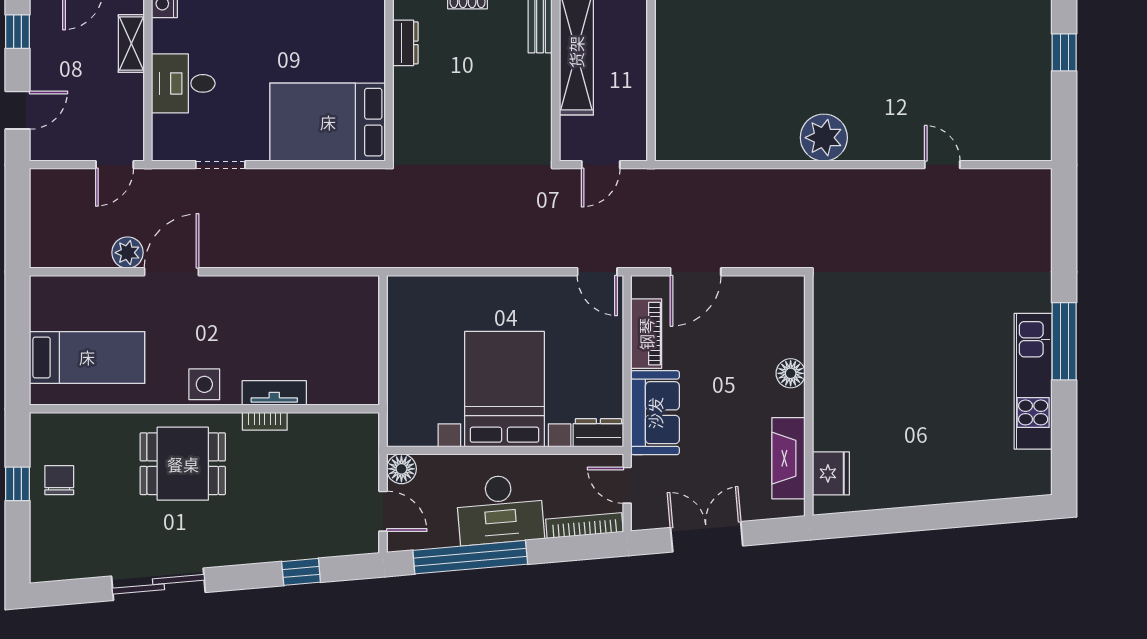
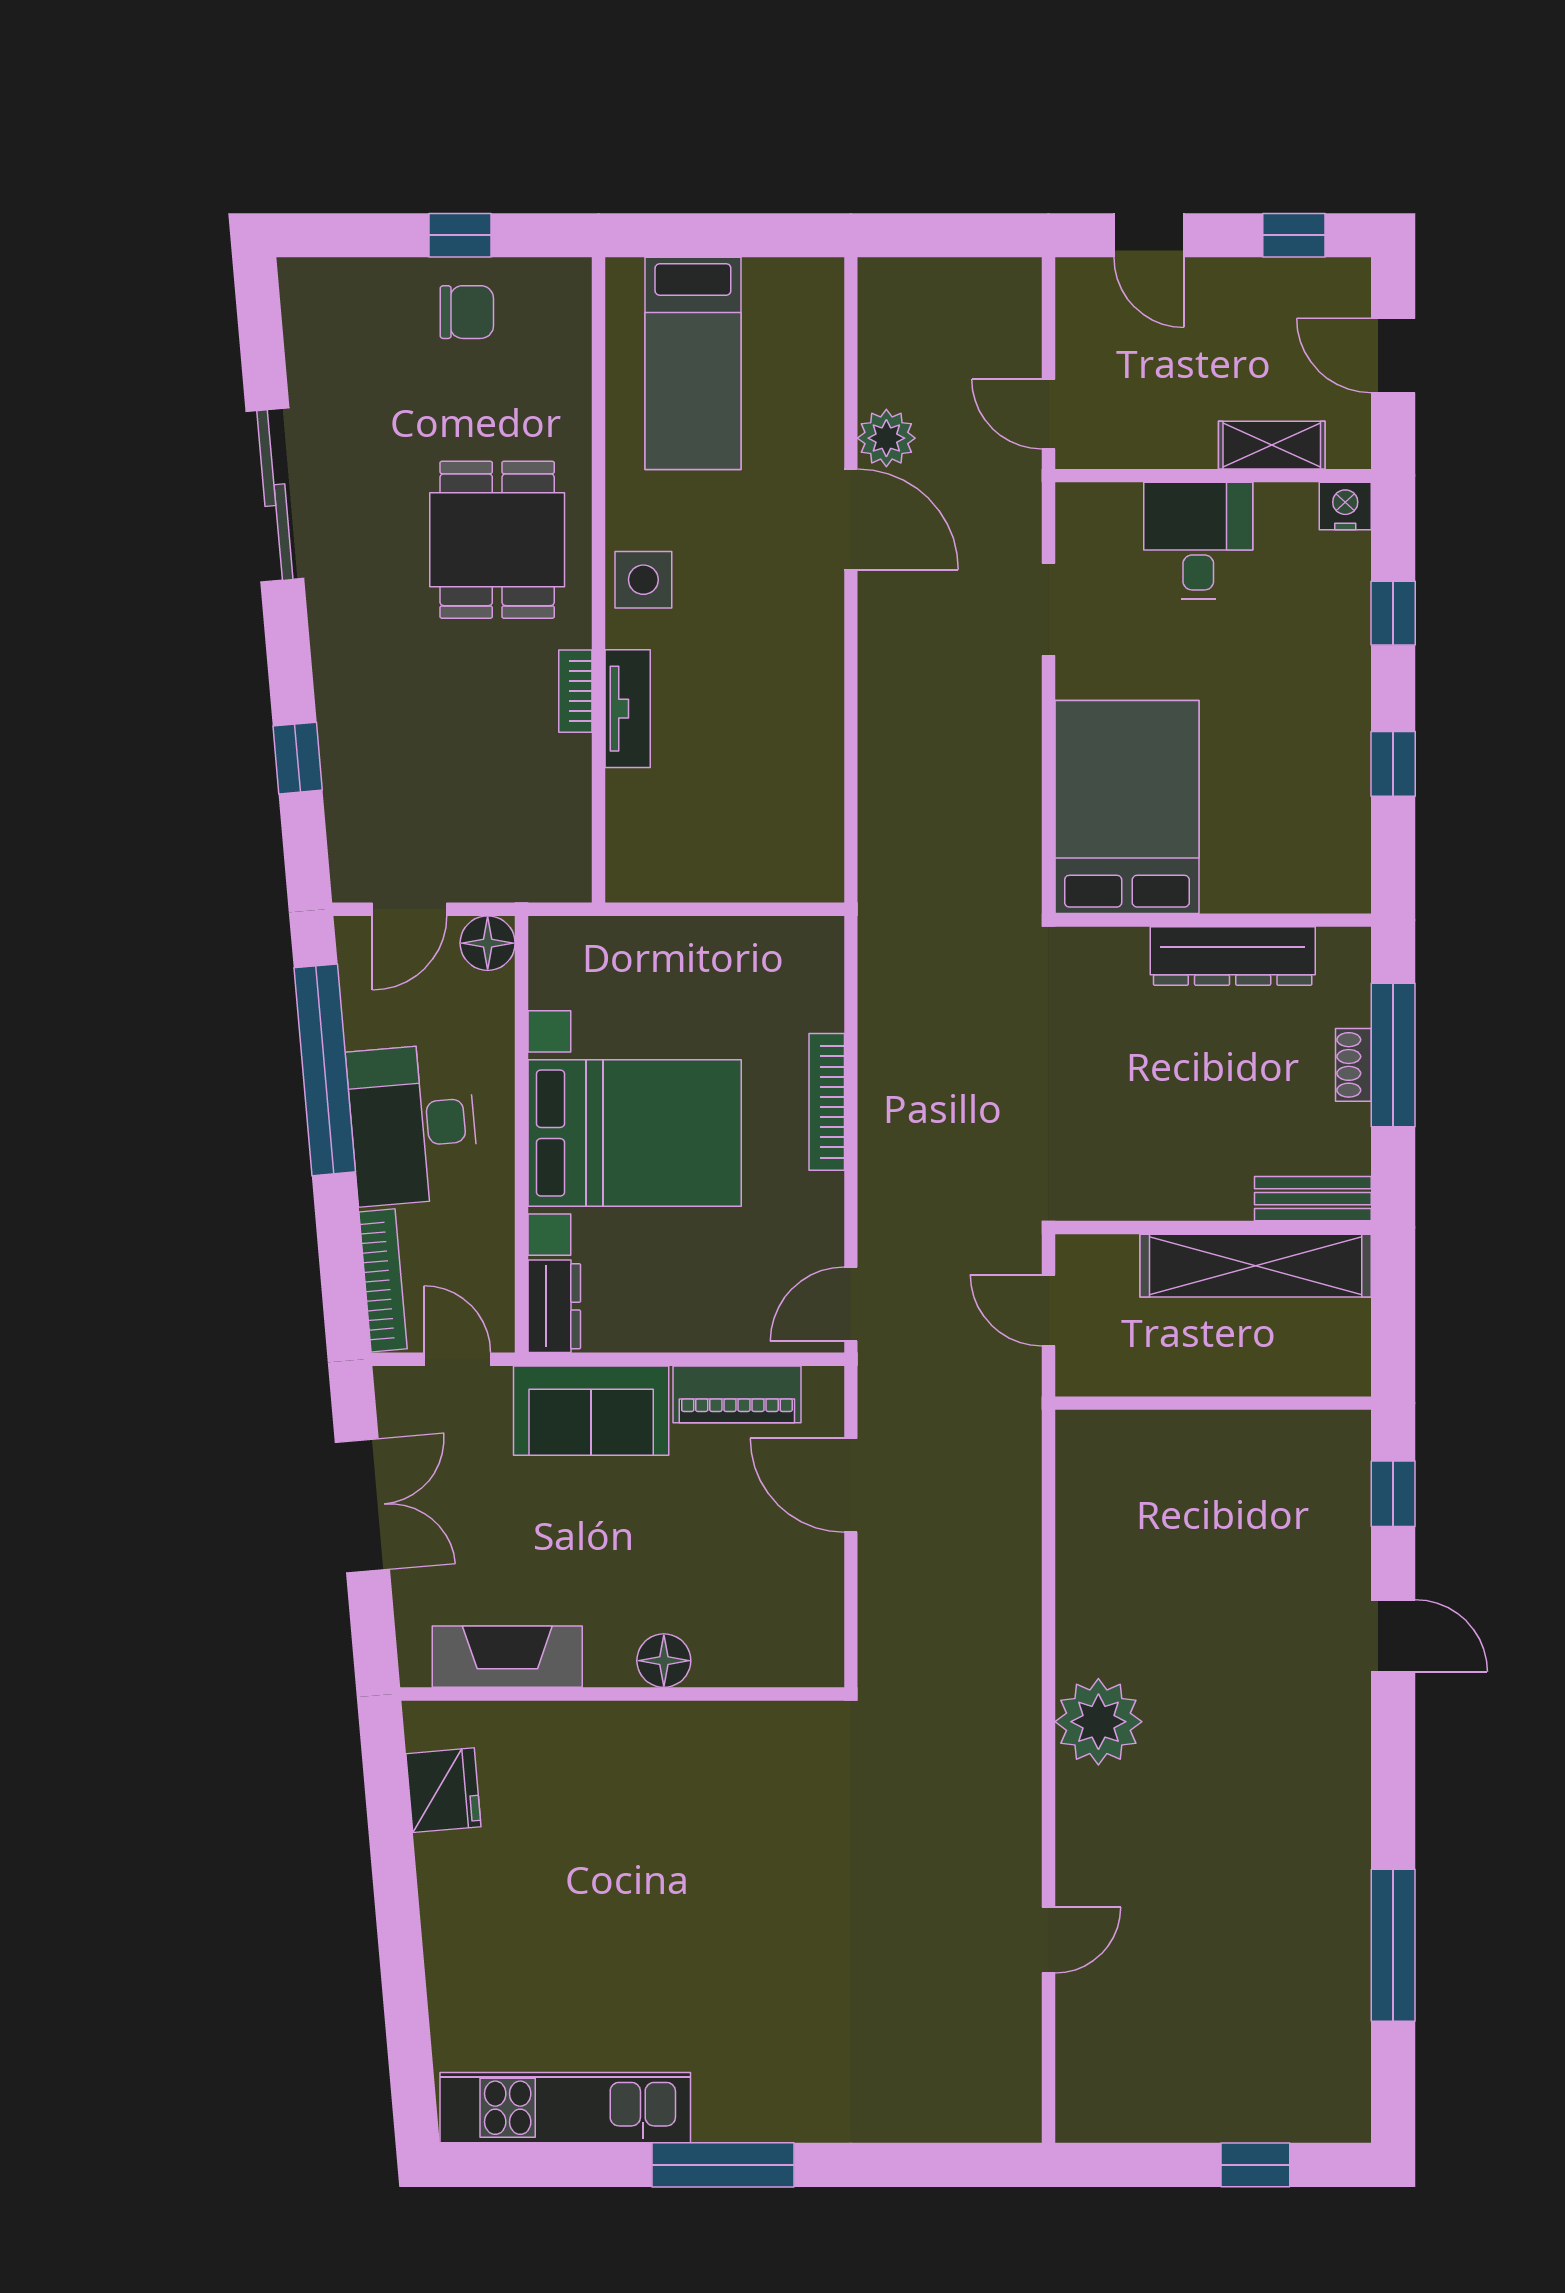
dresser: (405, 43) -> (1233, 956), width x1.96, depth x1.24
bookcase: (488, 285) -> (827, 1102), added
kitchen unit: (1033, 381) -> (565, 2108), moved
fridge: (831, 473) -> (443, 1790), moved, turned -95
door: (627, 485) -> (457, 1359), hinge flipped

